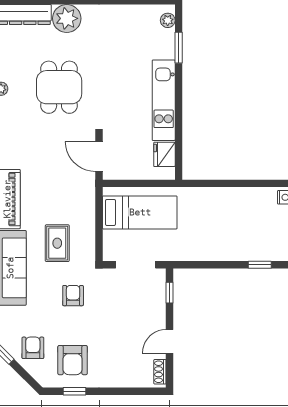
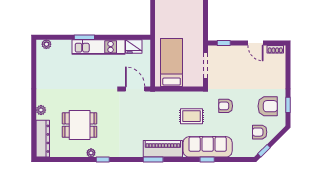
plant: (67, 18) -> (41, 110), width x0.53, depth x0.53
window: (179, 48) -> (84, 37), moved
dining table: (59, 87) -> (80, 125), moved
door: (99, 157) -> (135, 89), swing flipped

